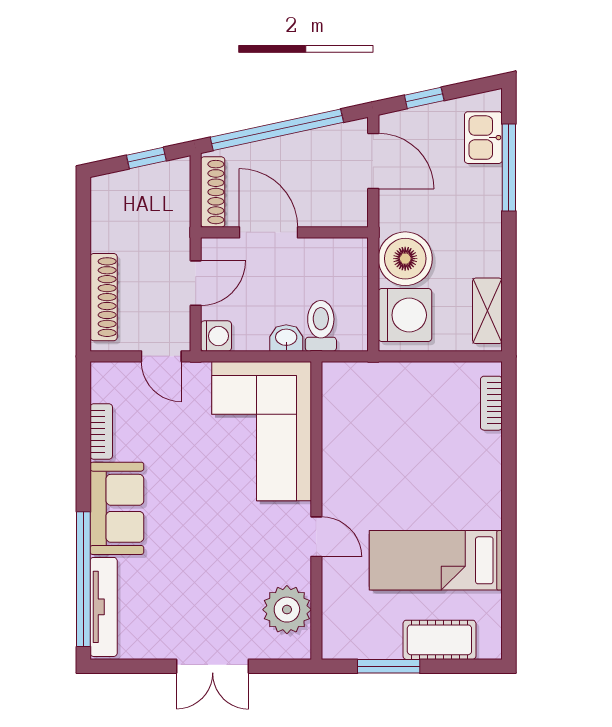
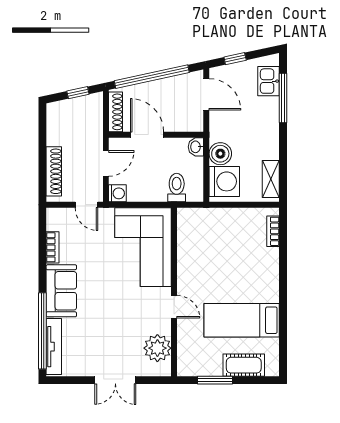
boiler: (405, 259) -> (220, 154), width x0.73, depth x0.73
washbasin: (286, 338) -> (196, 147), moved, turned -90

